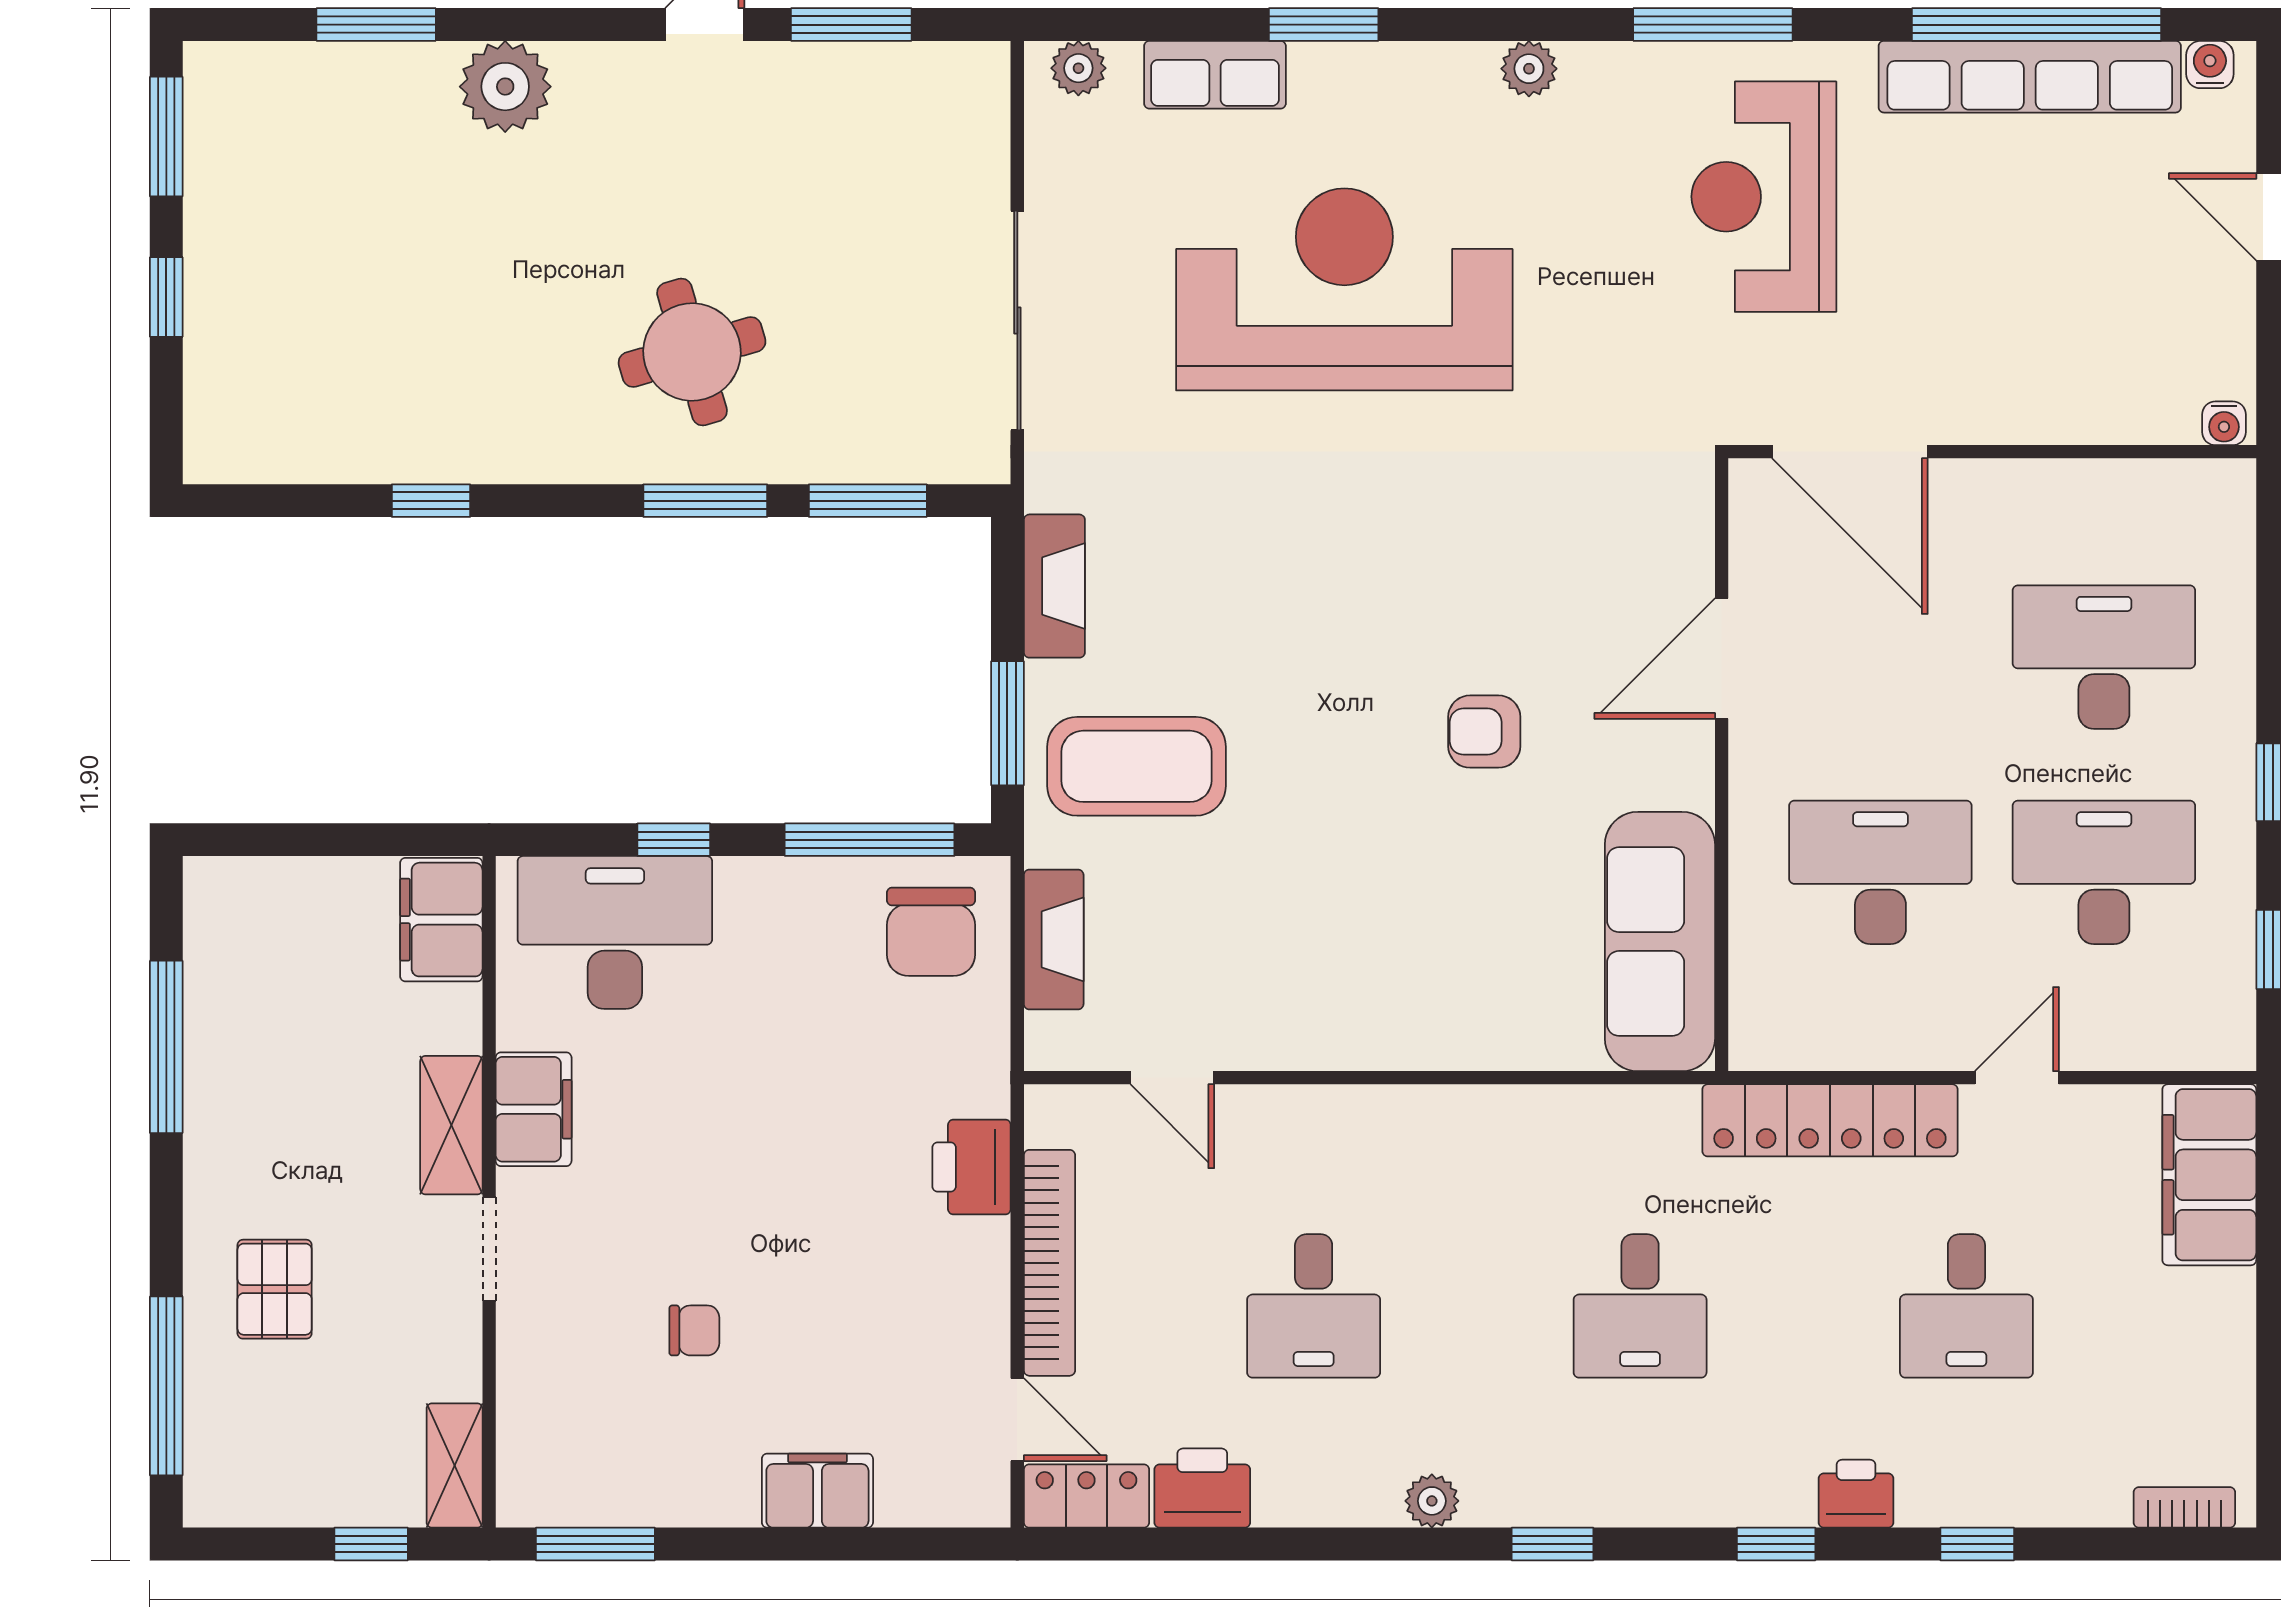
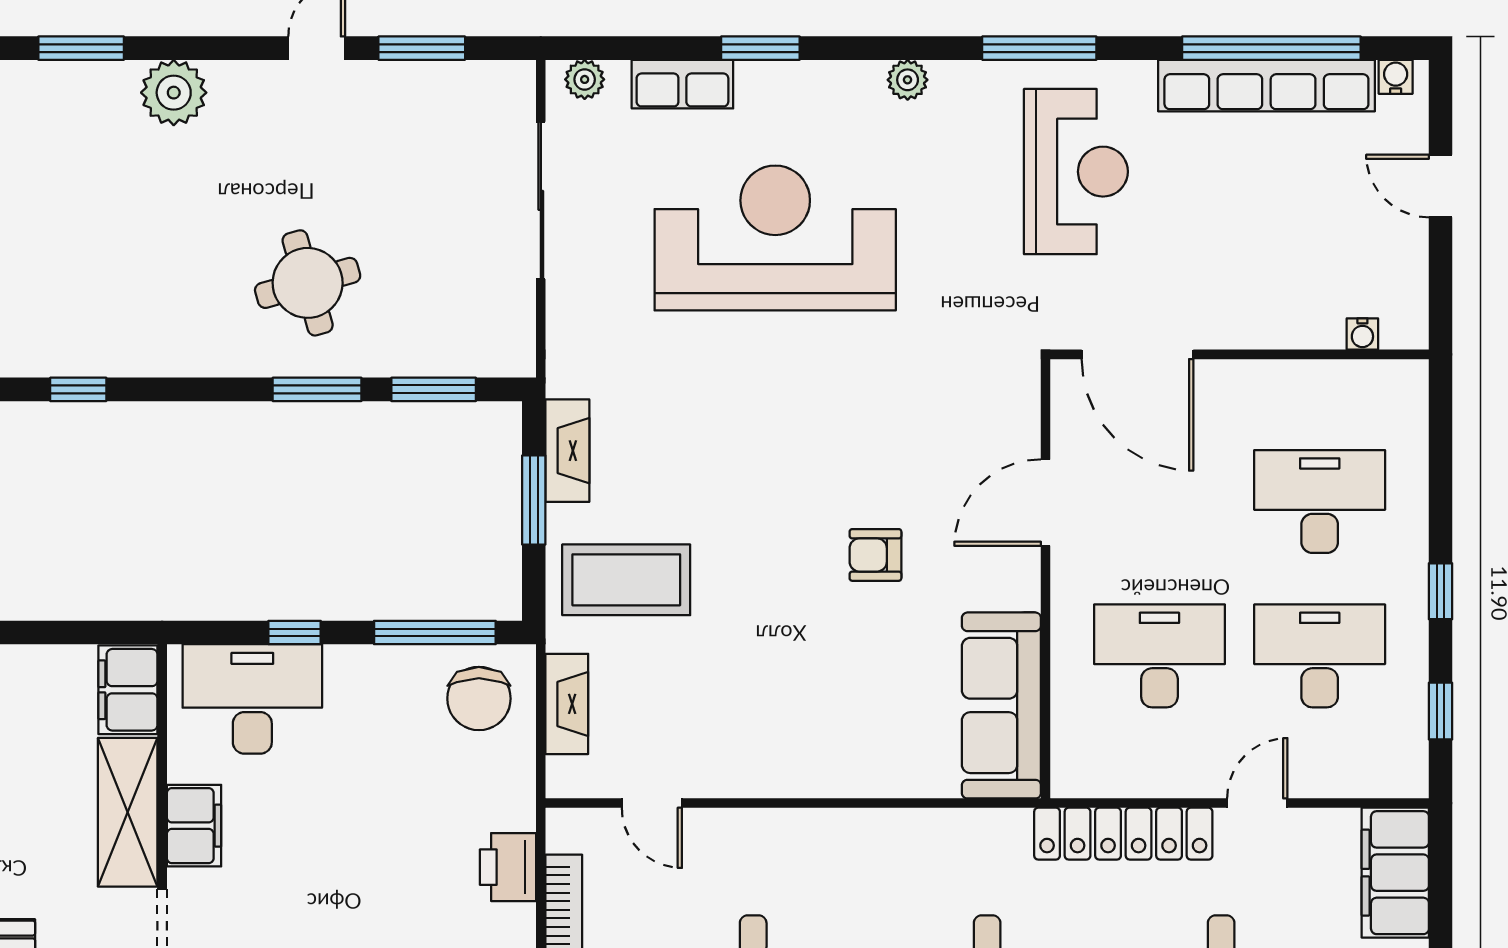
reception desk: (1764, 197) -> (1076, 172), turned 180
sliding door: (1017, 320) -> (541, 200), moved
water cooler: (2224, 423) -> (1362, 334), moved
window: (431, 501) -> (78, 389), moved
window: (1007, 723) -> (534, 500), moved
shelving: (451, 1125) -> (128, 812), width x1.50, depth x1.33

